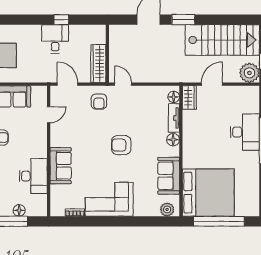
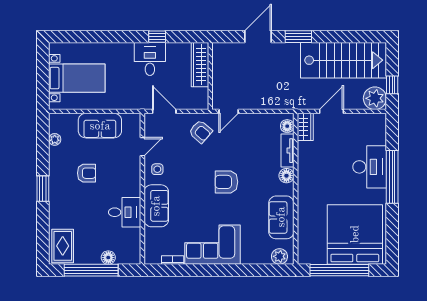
wardrobe: (98, 64) -> (200, 65), moved
door: (123, 84) -> (229, 111), swing flipped
armchair: (99, 102) -> (201, 132), turned -49
side table: (62, 134) -> (157, 169), added
desk: (33, 176) -> (125, 212), width x0.73
bed: (208, 193) -> (355, 234), moved, turned -90

